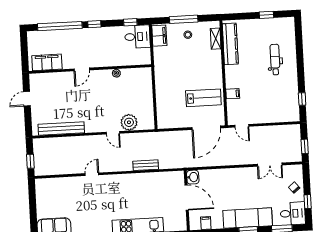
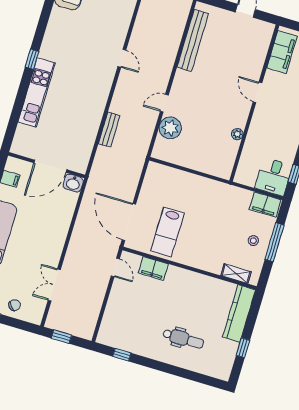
kitchen counter: (230, 44) -> (239, 313), moved, turned 90
filing cabinet: (233, 94) -> (153, 268), width x2.00
door: (242, 126) -> (115, 267), swing flipped

